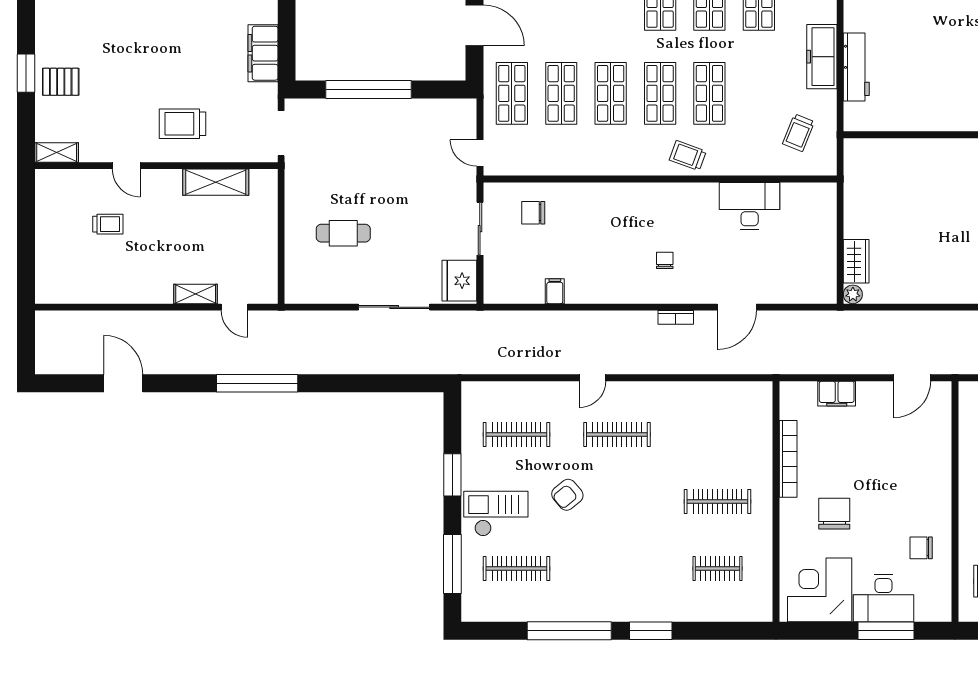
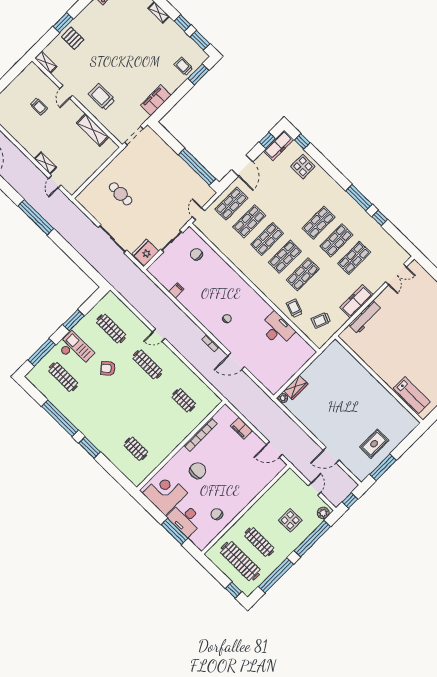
window: (369, 89) -> (197, 167), moved
trolley: (688, 156) -> (294, 308), moved
clothes rail: (717, 502) -> (184, 400), moved, width x0.73

